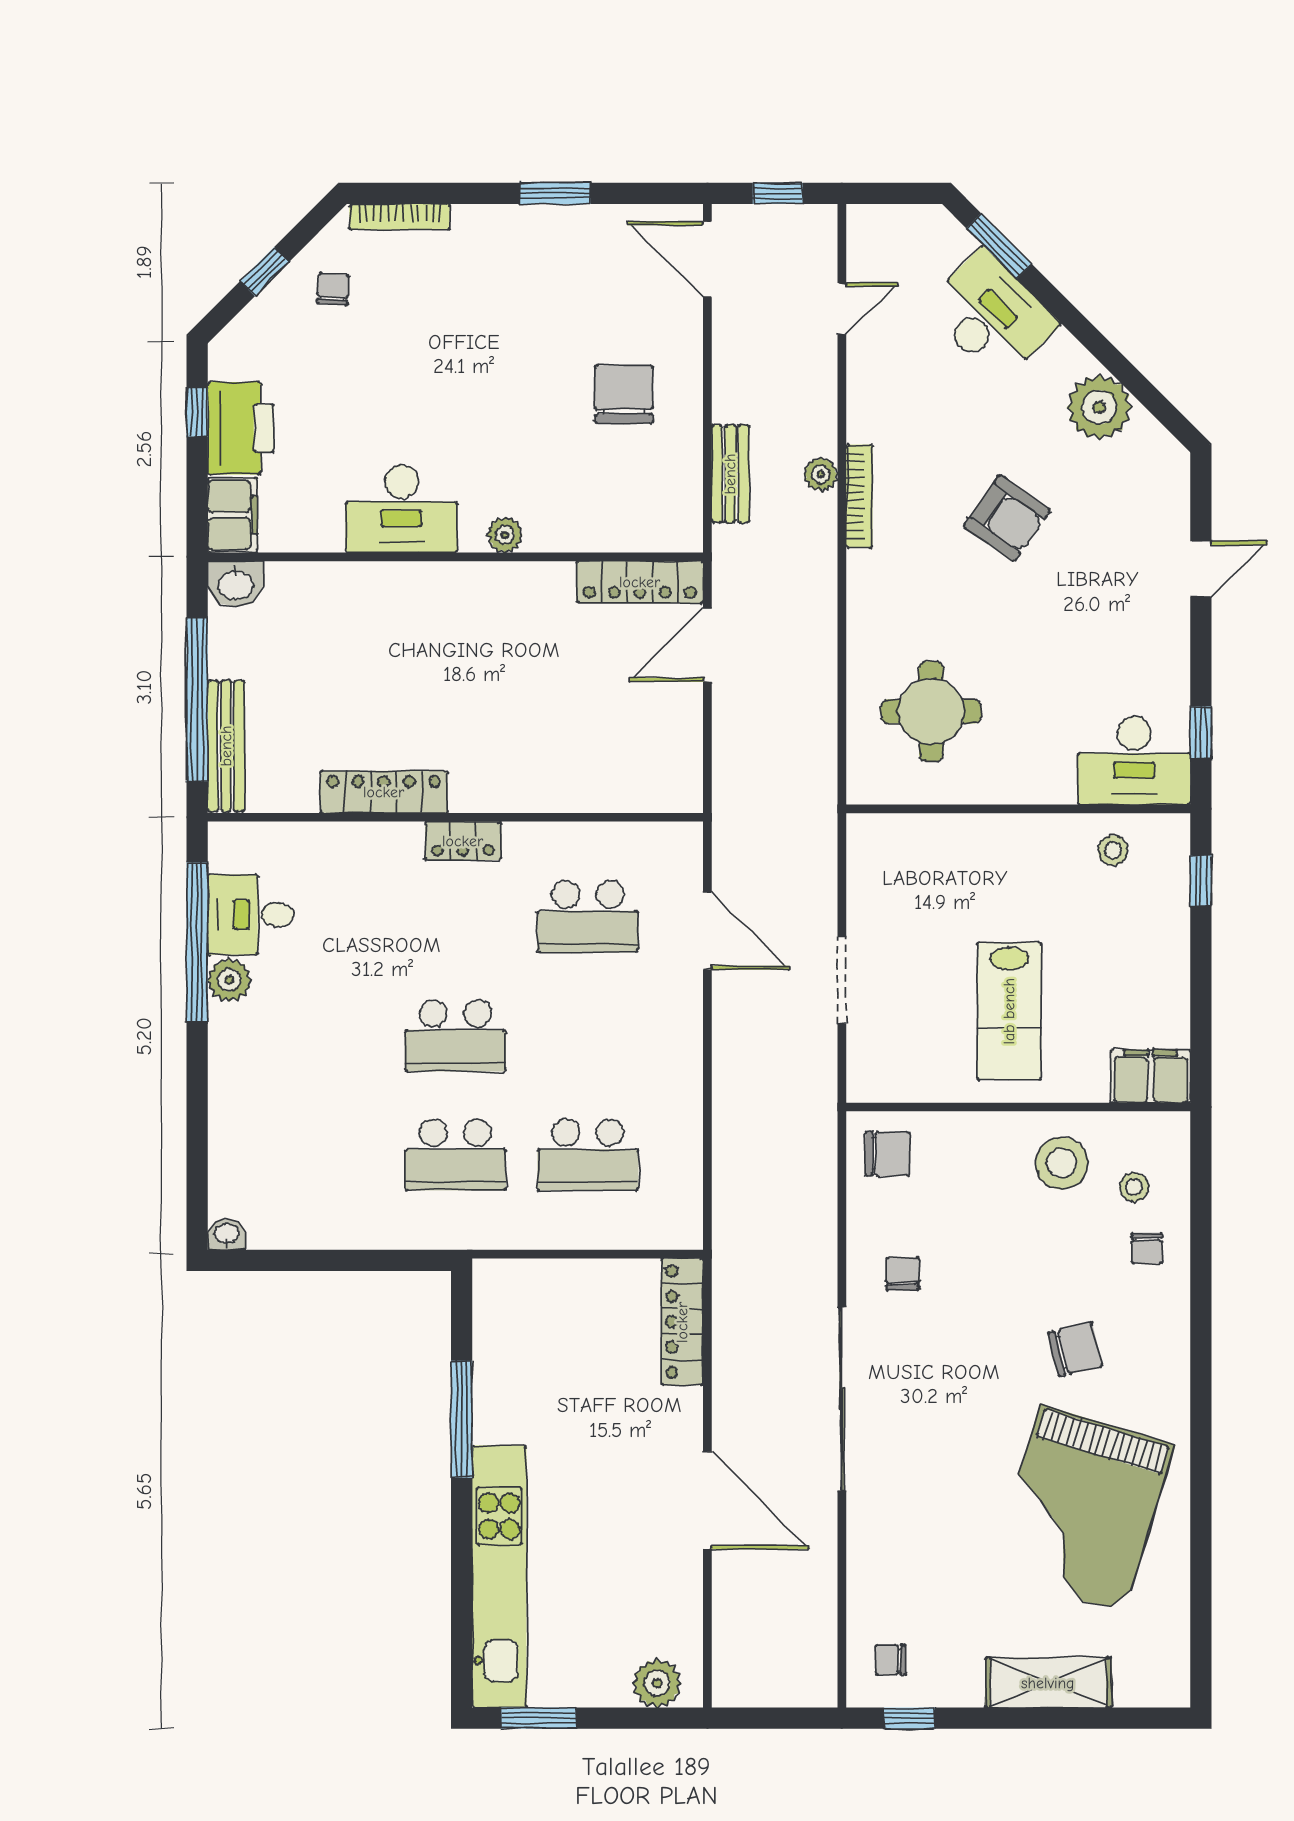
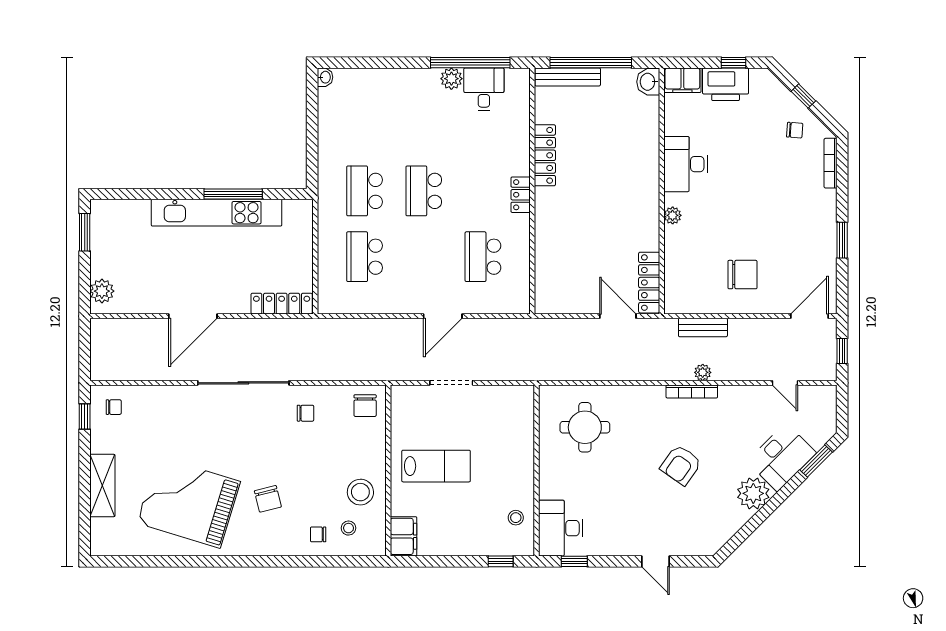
plant: (1099, 407) -> (753, 493), moved
door: (707, 931) -> (443, 316), moved
lab bench: (1009, 1011) -> (436, 466), turned 180
kitchen unit: (499, 1577) -> (217, 213), moved
chair: (891, 1660) -> (114, 407), turned 90

